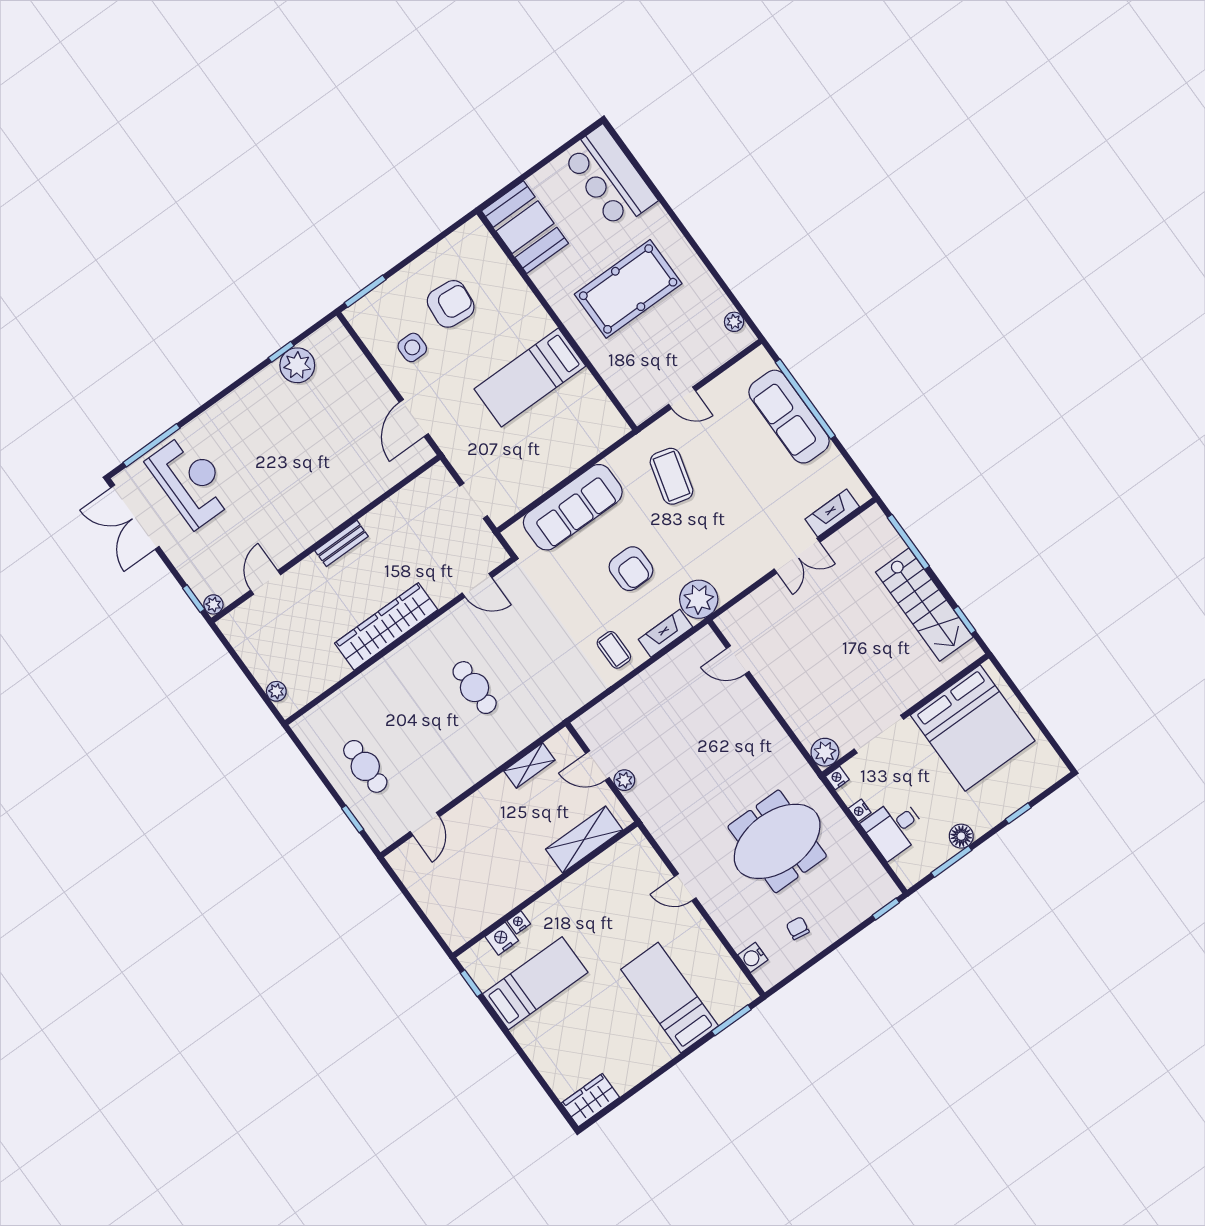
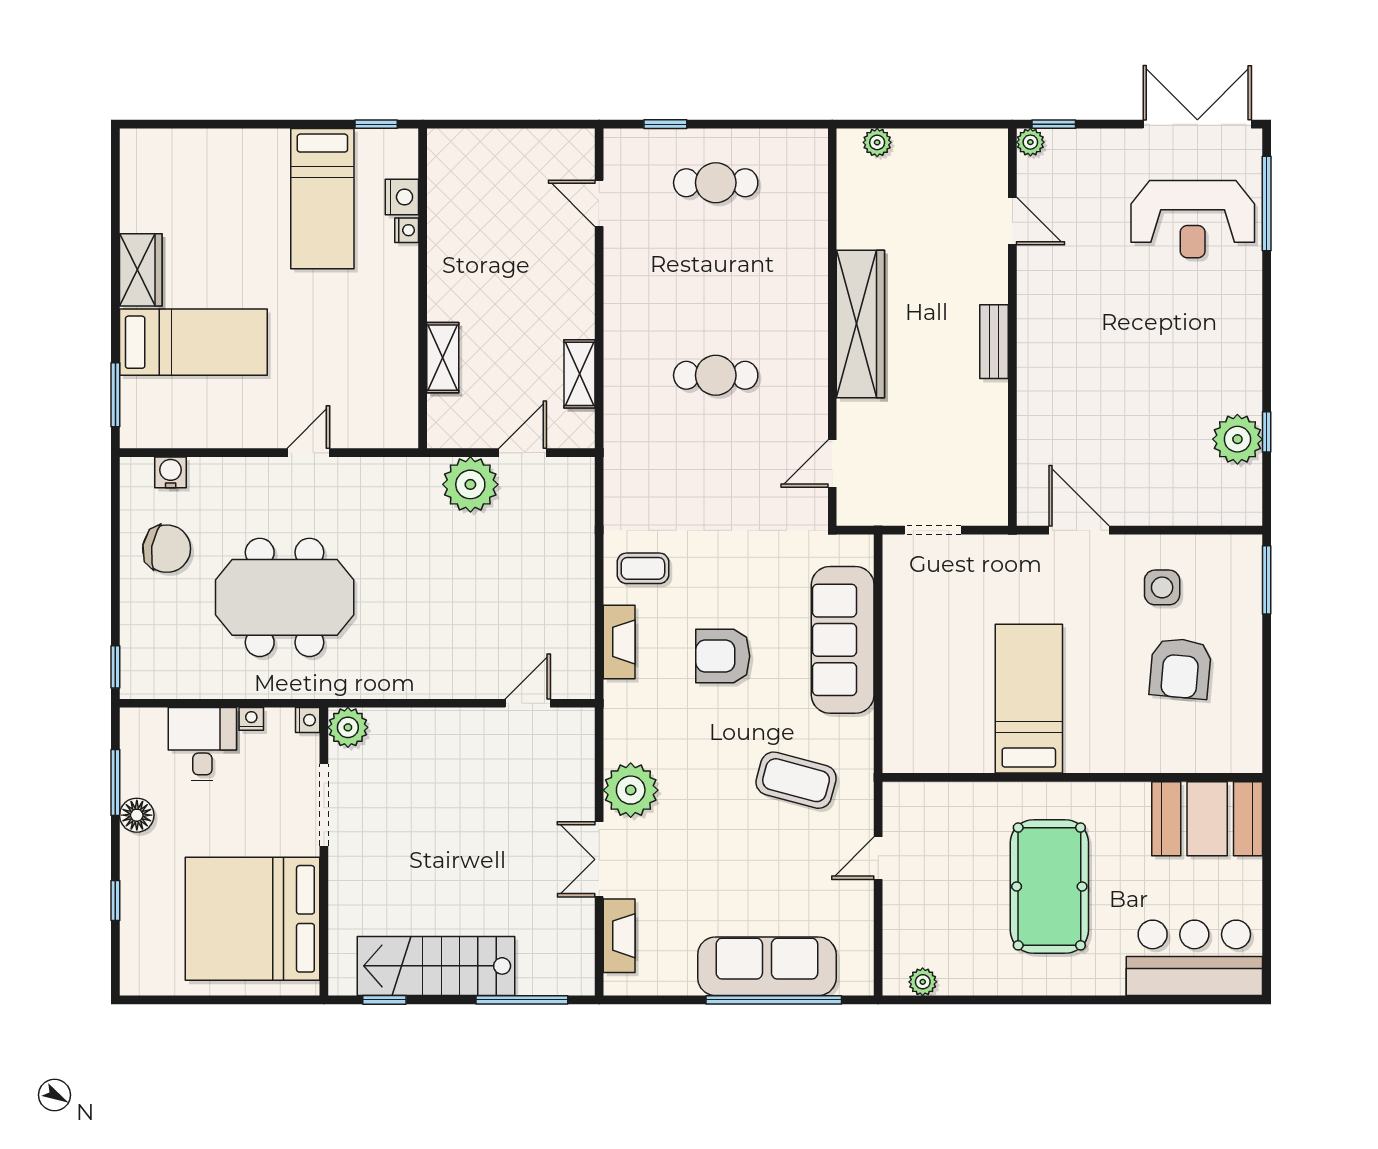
plant: (699, 599) -> (631, 790), moved
plant: (624, 780) -> (470, 484), width x1.88, depth x1.88
shelving: (584, 839) -> (443, 358), width x0.67, depth x0.75
meeting table: (777, 841) -> (285, 597), turned 90
chair: (798, 928) -> (167, 549), width x1.87, depth x1.87
wardrobe: (590, 1100) -> (141, 270), moved

